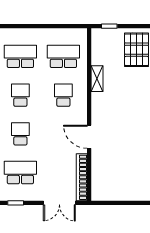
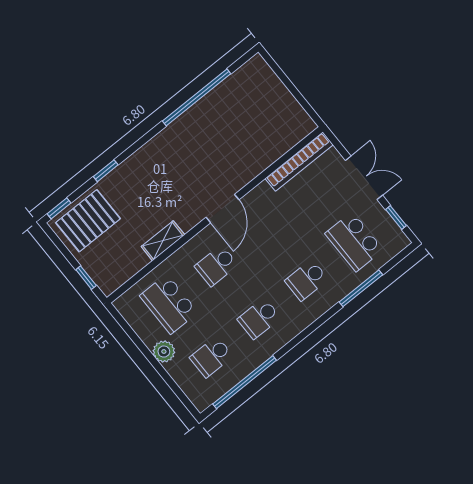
plant: (42, 35) -> (164, 352), added
school desk: (20, 56) -> (211, 357), width x0.54
door: (89, 137) -> (222, 209), moved
double door: (59, 203) -> (364, 178), moved

